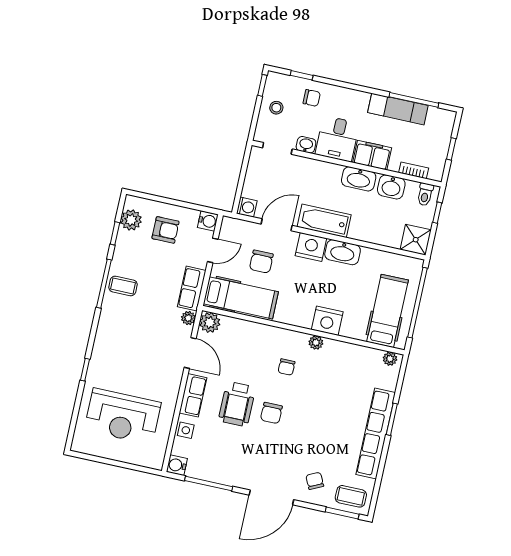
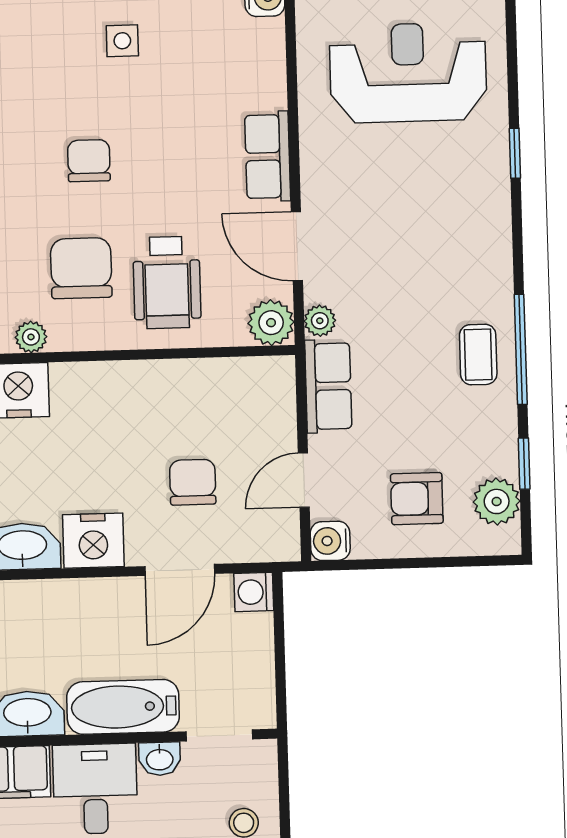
bathtub: (324, 221) -> (123, 707), moved, turned 180
coffee table: (123, 286) -> (478, 355), turned 90
hospital bed: (241, 298) -> (217, 393), removed
chair: (286, 367) -> (81, 268), width x1.87, depth x1.87
wheelchair: (237, 404) -> (167, 282), moved, turned 180
side table: (186, 430) -> (122, 41), moved

